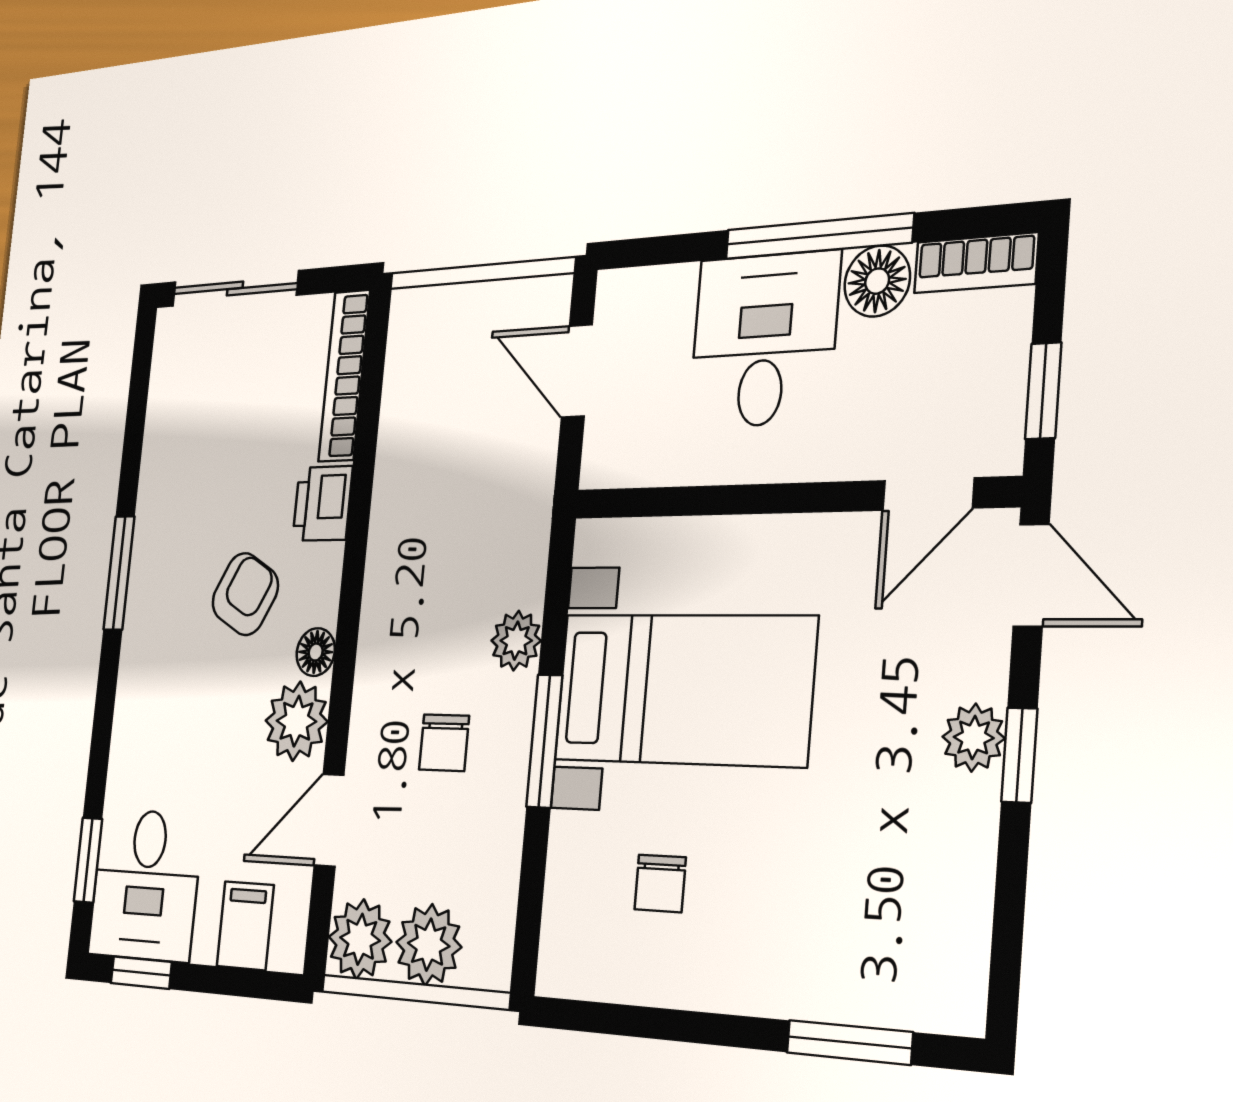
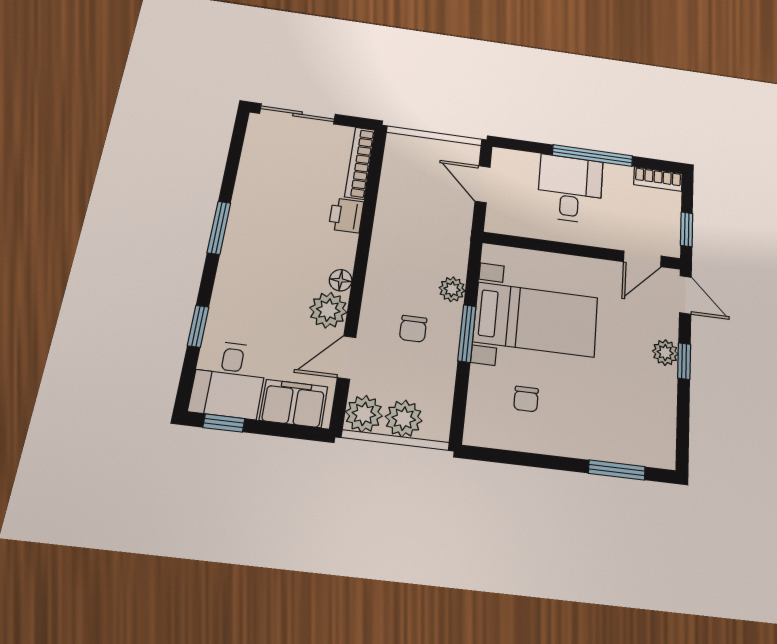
floor lamp: (877, 281) -> (618, 177), removed
armchair: (245, 594) -> (299, 249), removed
window: (88, 860) -> (198, 326), moved
filing cabinet: (245, 926) -> (294, 403), width x2.00

